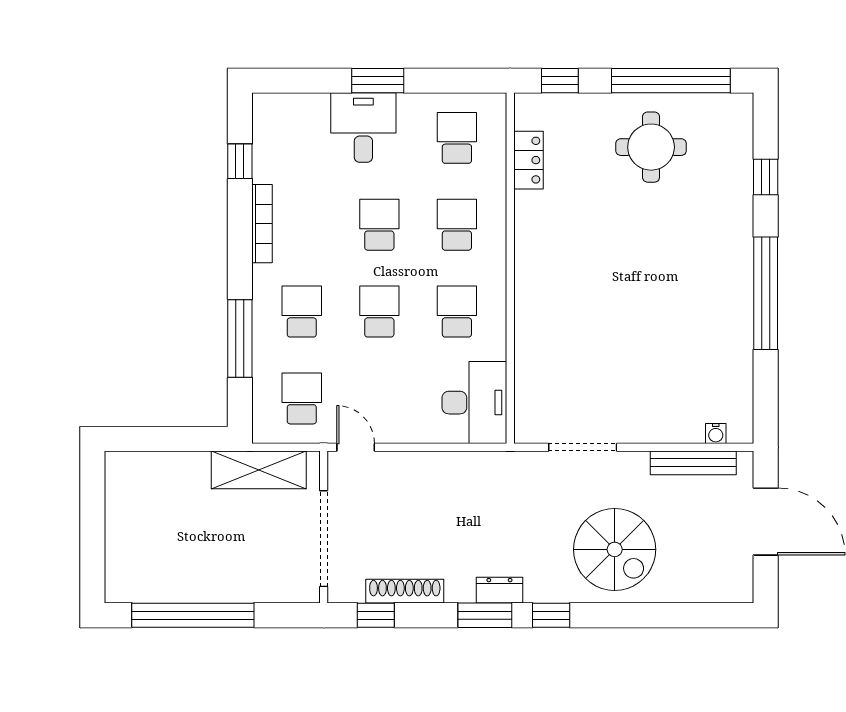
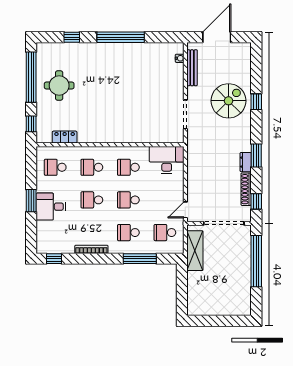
window: (240, 161) -> (54, 259), moved
dresser: (499, 590) -> (246, 162), moved
window: (193, 615) -> (256, 261), moved
window: (551, 615) -> (256, 102), moved

